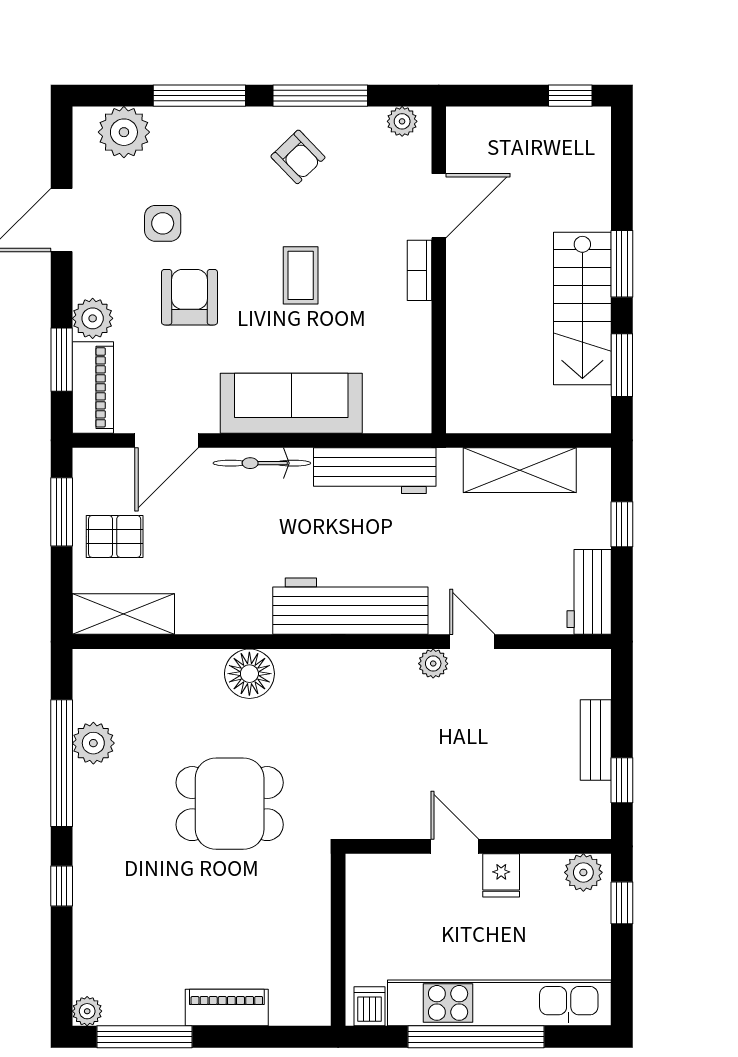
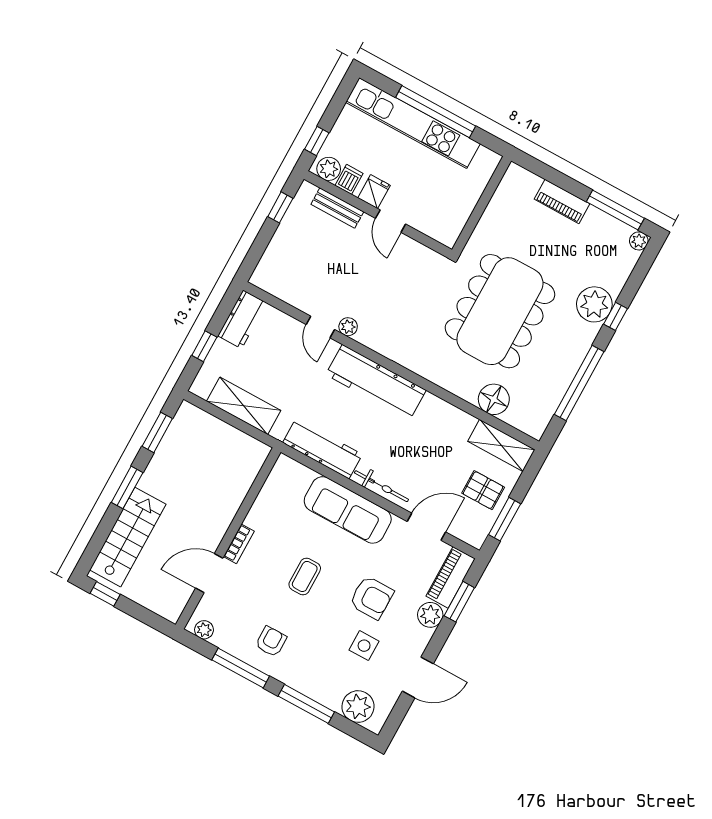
armchair: (298, 157) -> (271, 641), turned 44
armchair: (190, 297) -> (371, 598), turned -90
stairs: (582, 308) -> (128, 537), moved
floor lamp: (249, 674) -> (494, 399), moved
bench: (596, 740) -> (337, 208), moved, turned 90
plant: (93, 743) -> (594, 304), moved, width x1.36, depth x1.36
dining table: (230, 804) -> (500, 311), width x1.88, depth x1.24
dishwasher: (370, 1006) -> (349, 179), moved, turned 180

